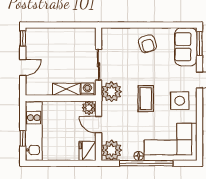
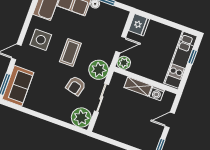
armchair: (147, 44) -> (76, 86), moved, turned -149
washing machine: (87, 89) -> (157, 93), moved
door: (99, 125) -> (121, 45), hinge flipped
plant: (112, 150) -> (81, 117), moved

